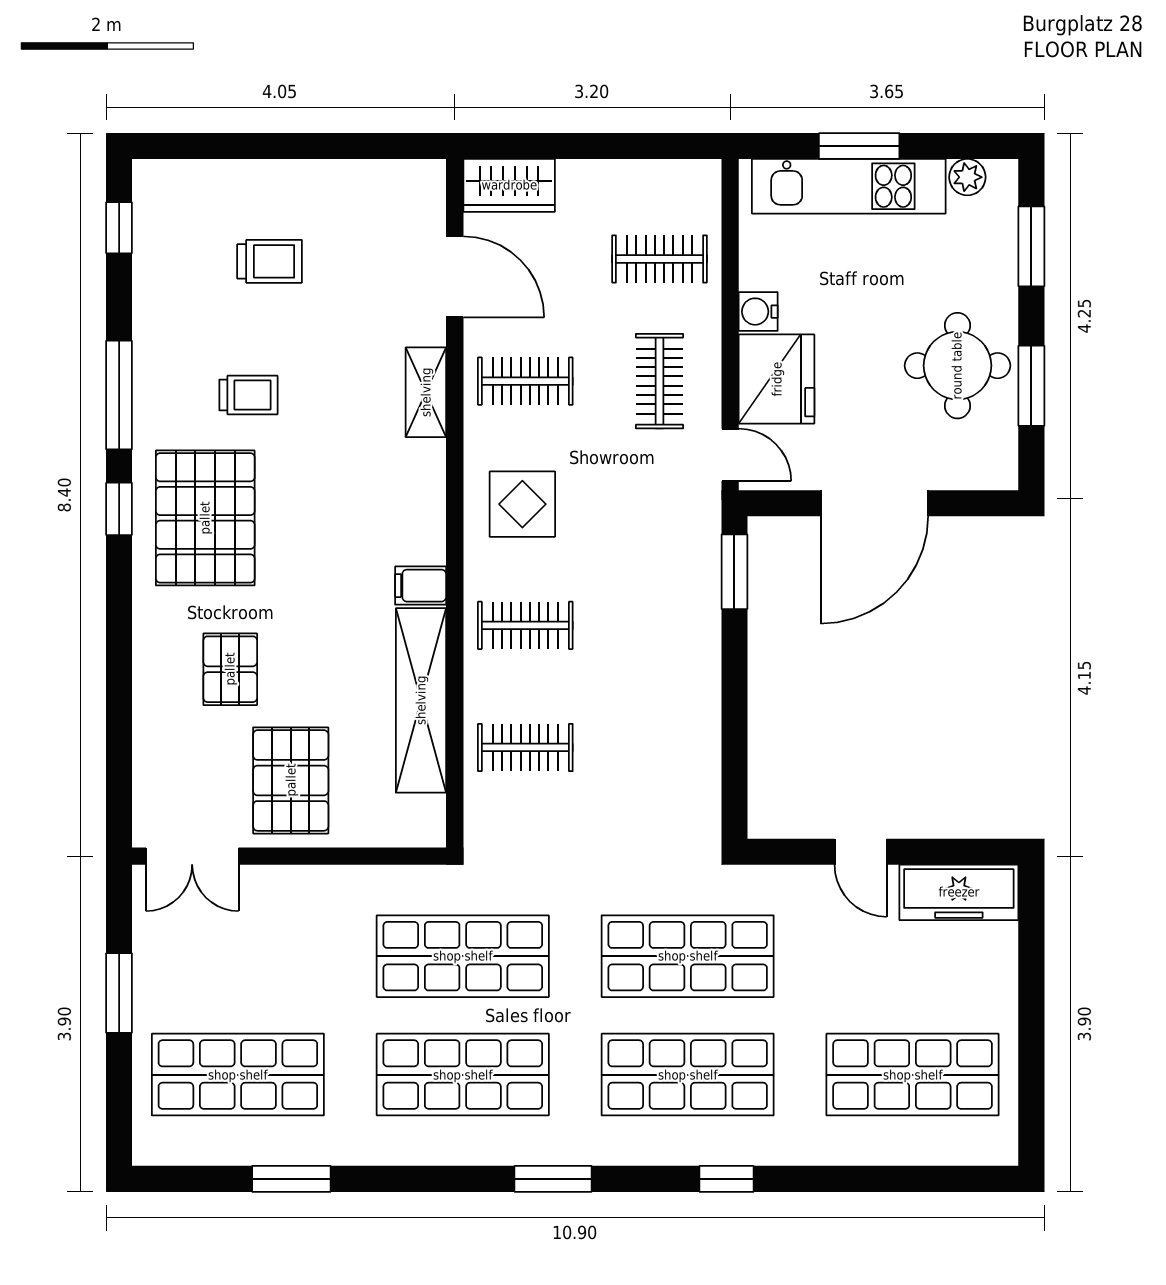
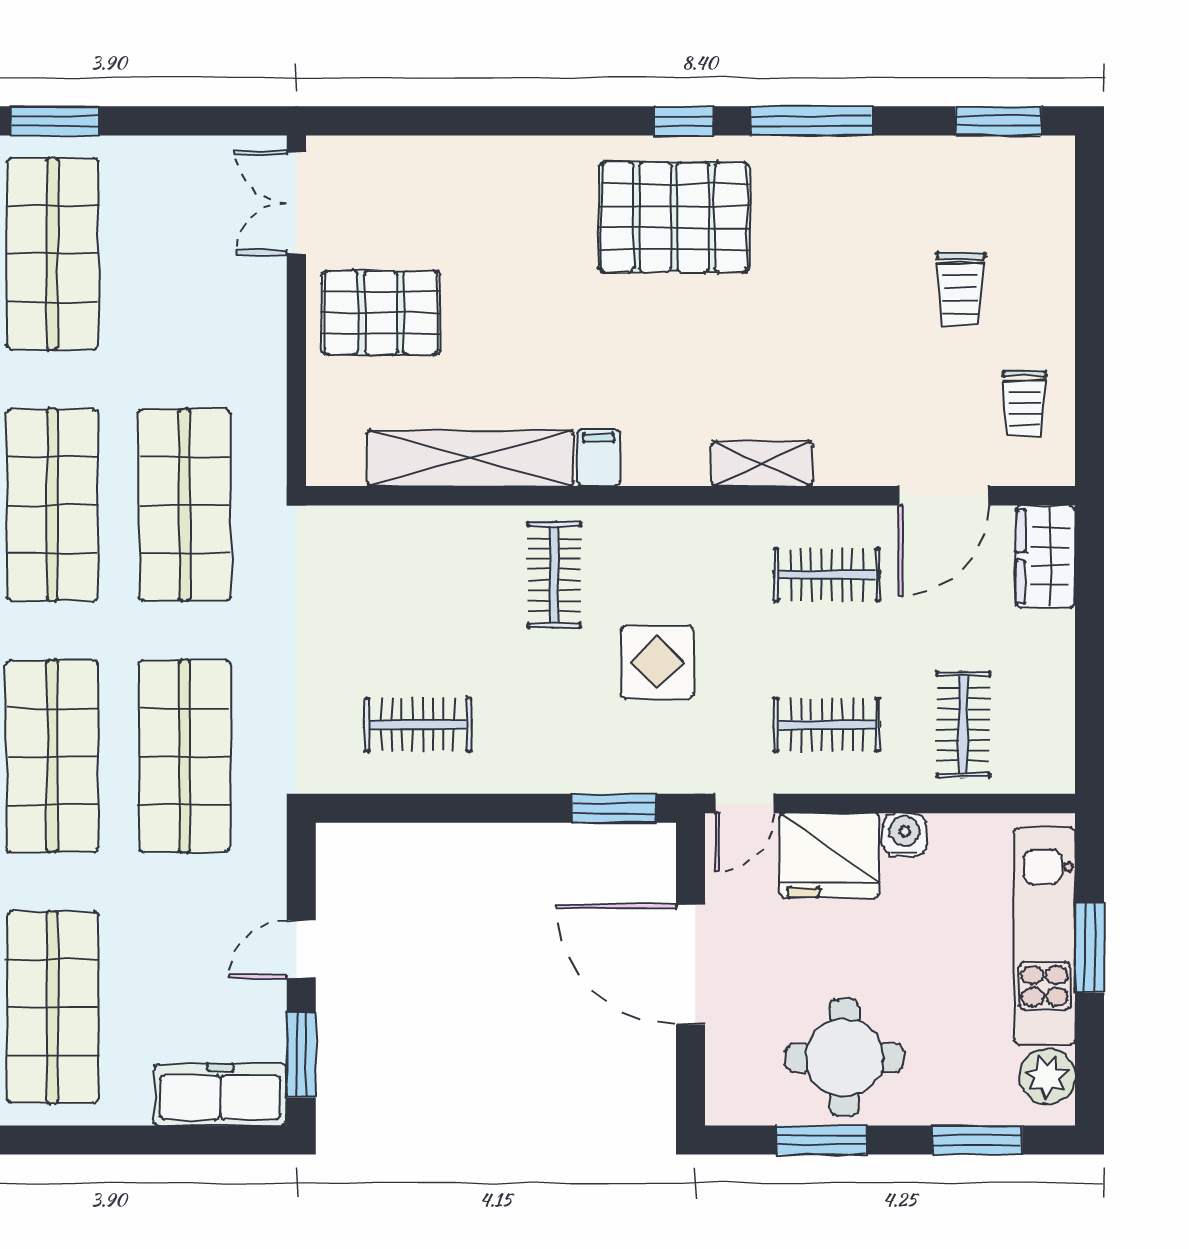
plant: (967, 177) -> (1047, 1076), width x1.38, depth x1.38
window: (119, 228) -> (998, 121), width x1.50
clothes rail: (525, 381) -> (827, 575), turned 90
shelving: (426, 392) -> (762, 464), moved
trolley: (248, 395) -> (1024, 404), moved
display table: (522, 504) -> (657, 662), moved
pallet: (230, 669) -> (505, 245), removed
clothes rail: (525, 747) -> (418, 725), moved, turned 90
window: (955, 852) -> (301, 1055), added
freezer: (959, 892) -> (220, 1095), moved, turned 90
window: (119, 993) -> (55, 121), moved

